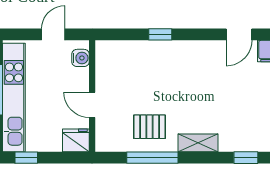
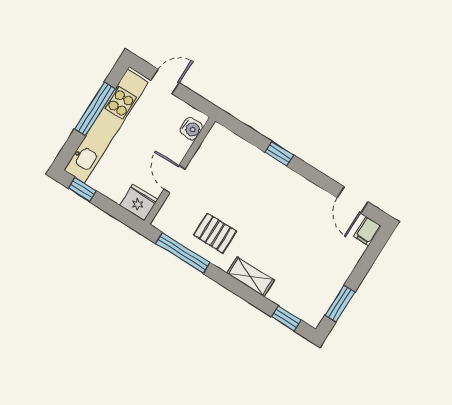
door: (53, 34) -> (165, 82), moved
door: (239, 34) -> (352, 200), hinge flipped
window: (152, 158) -> (183, 253), moved

